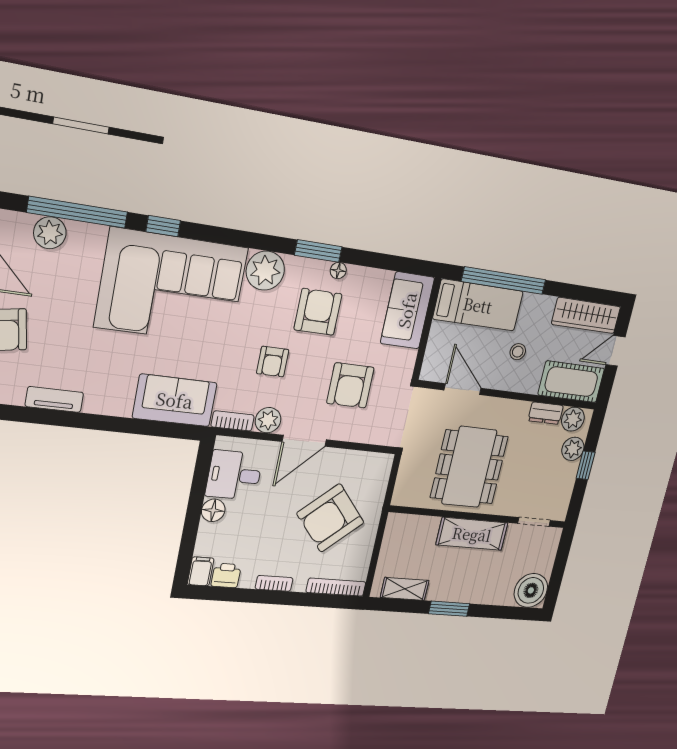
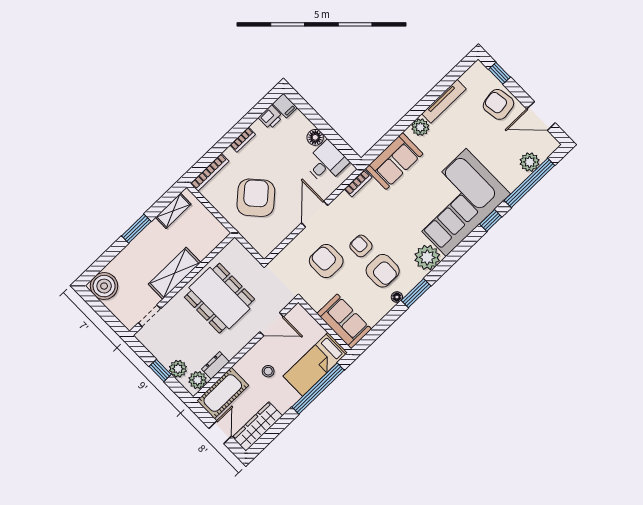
armchair: (273, 362) -> (361, 246), moved
tv unit: (54, 399) -> (444, 101), width x1.41
plant: (268, 420) -> (420, 127), moved

